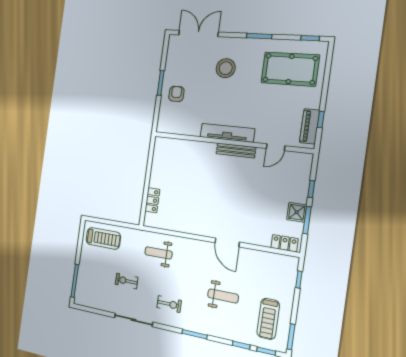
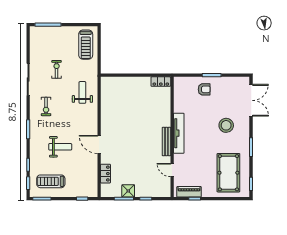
locker: (152, 200) -> (161, 82), moved
door: (227, 242) -> (99, 144), hinge flipped
locker: (285, 243) -> (105, 174), moved
weight bench: (223, 296) -> (60, 147), turned -90

